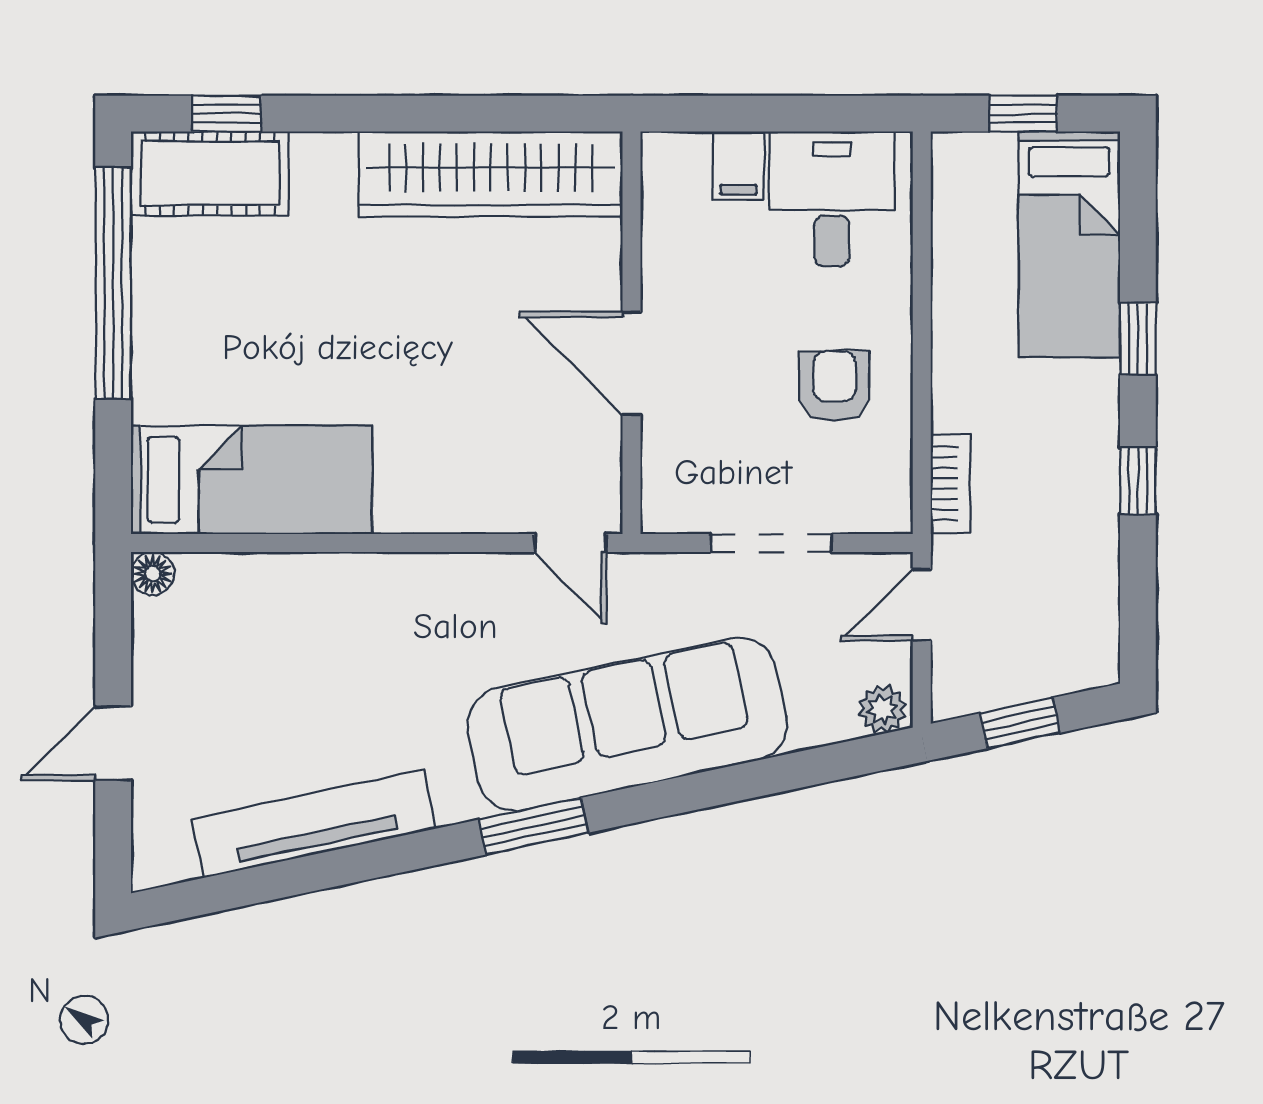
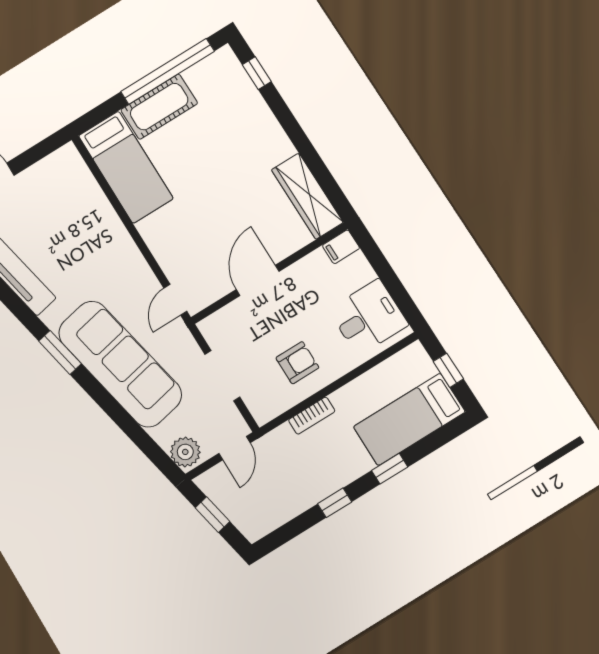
filing cabinet: (739, 166) -> (341, 247), moved
cot: (210, 173) -> (159, 107), moved, turned 90
wardrobe: (491, 174) -> (307, 196), width x0.71, depth x0.85
bookcase: (950, 484) -> (312, 416), moved
floor lamp: (153, 574) -> (68, 153), removed
door: (922, 605) -> (235, 448), swing flipped
plant: (882, 709) -> (185, 452), width x1.38, depth x1.38

